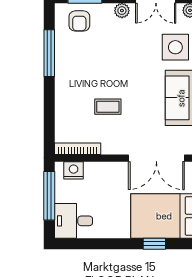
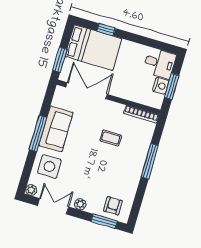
window: (49, 53) -> (150, 161), moved
nightstand: (74, 170) -> (161, 86), moved, turned -90
window: (49, 196) -> (172, 86), width x0.69

